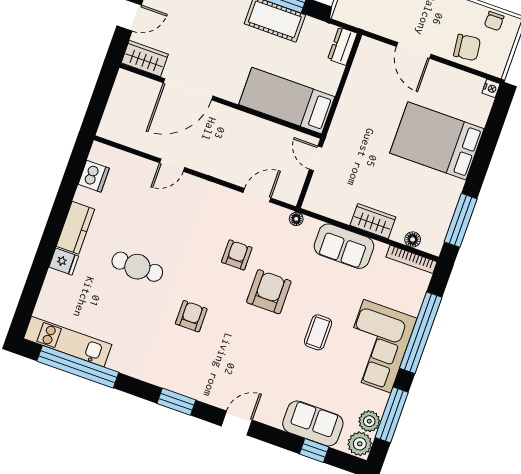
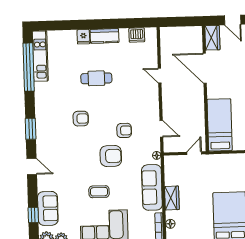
sofa: (344, 246) -> (152, 187), width x1.36
cafe table: (137, 267) -> (96, 78), turned 90

